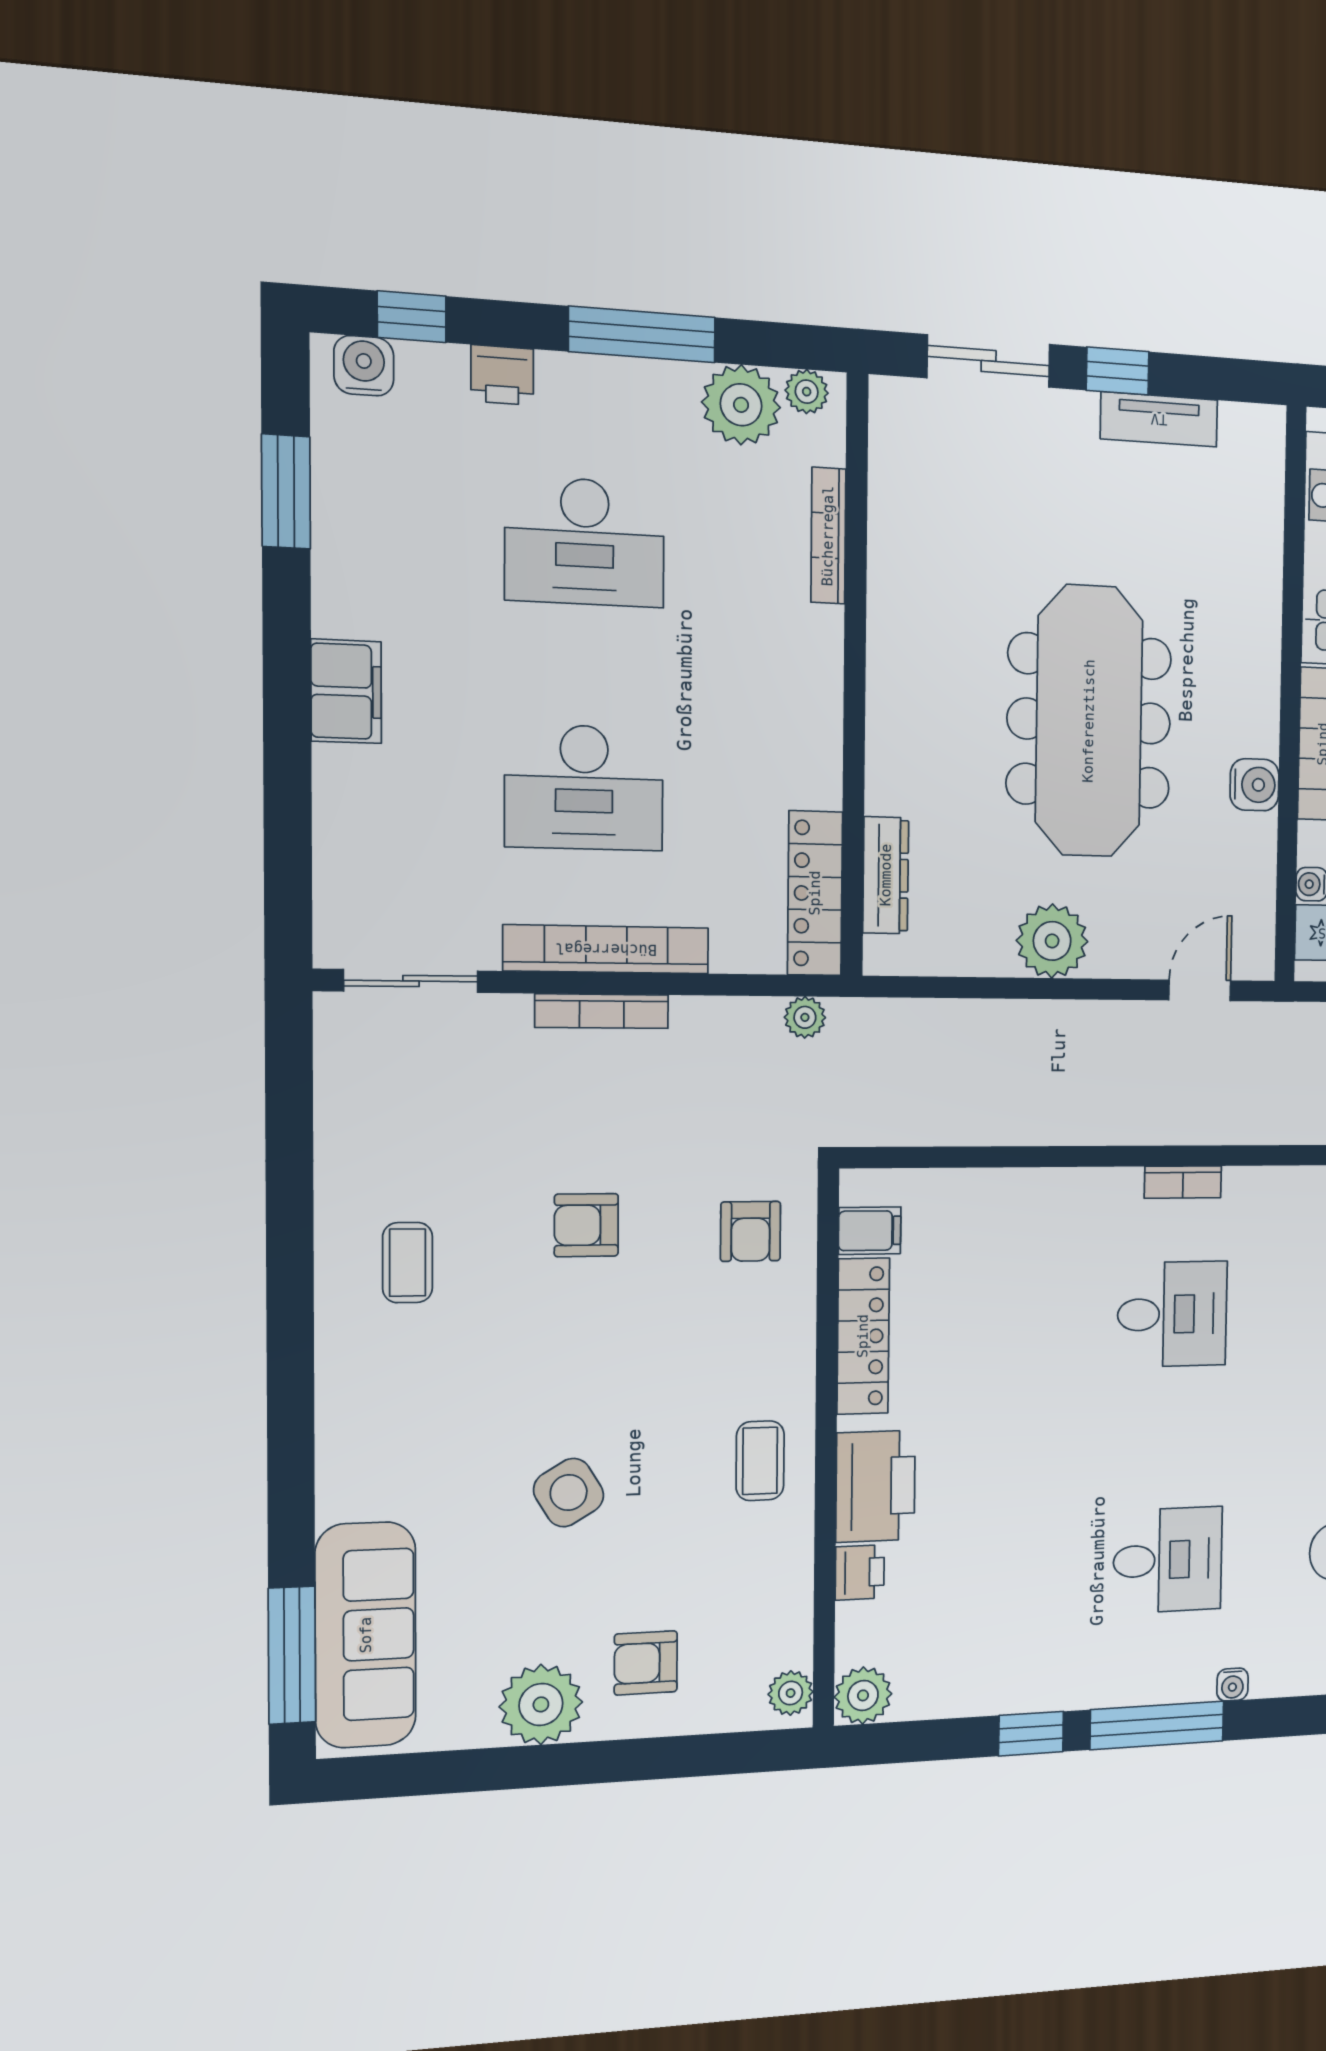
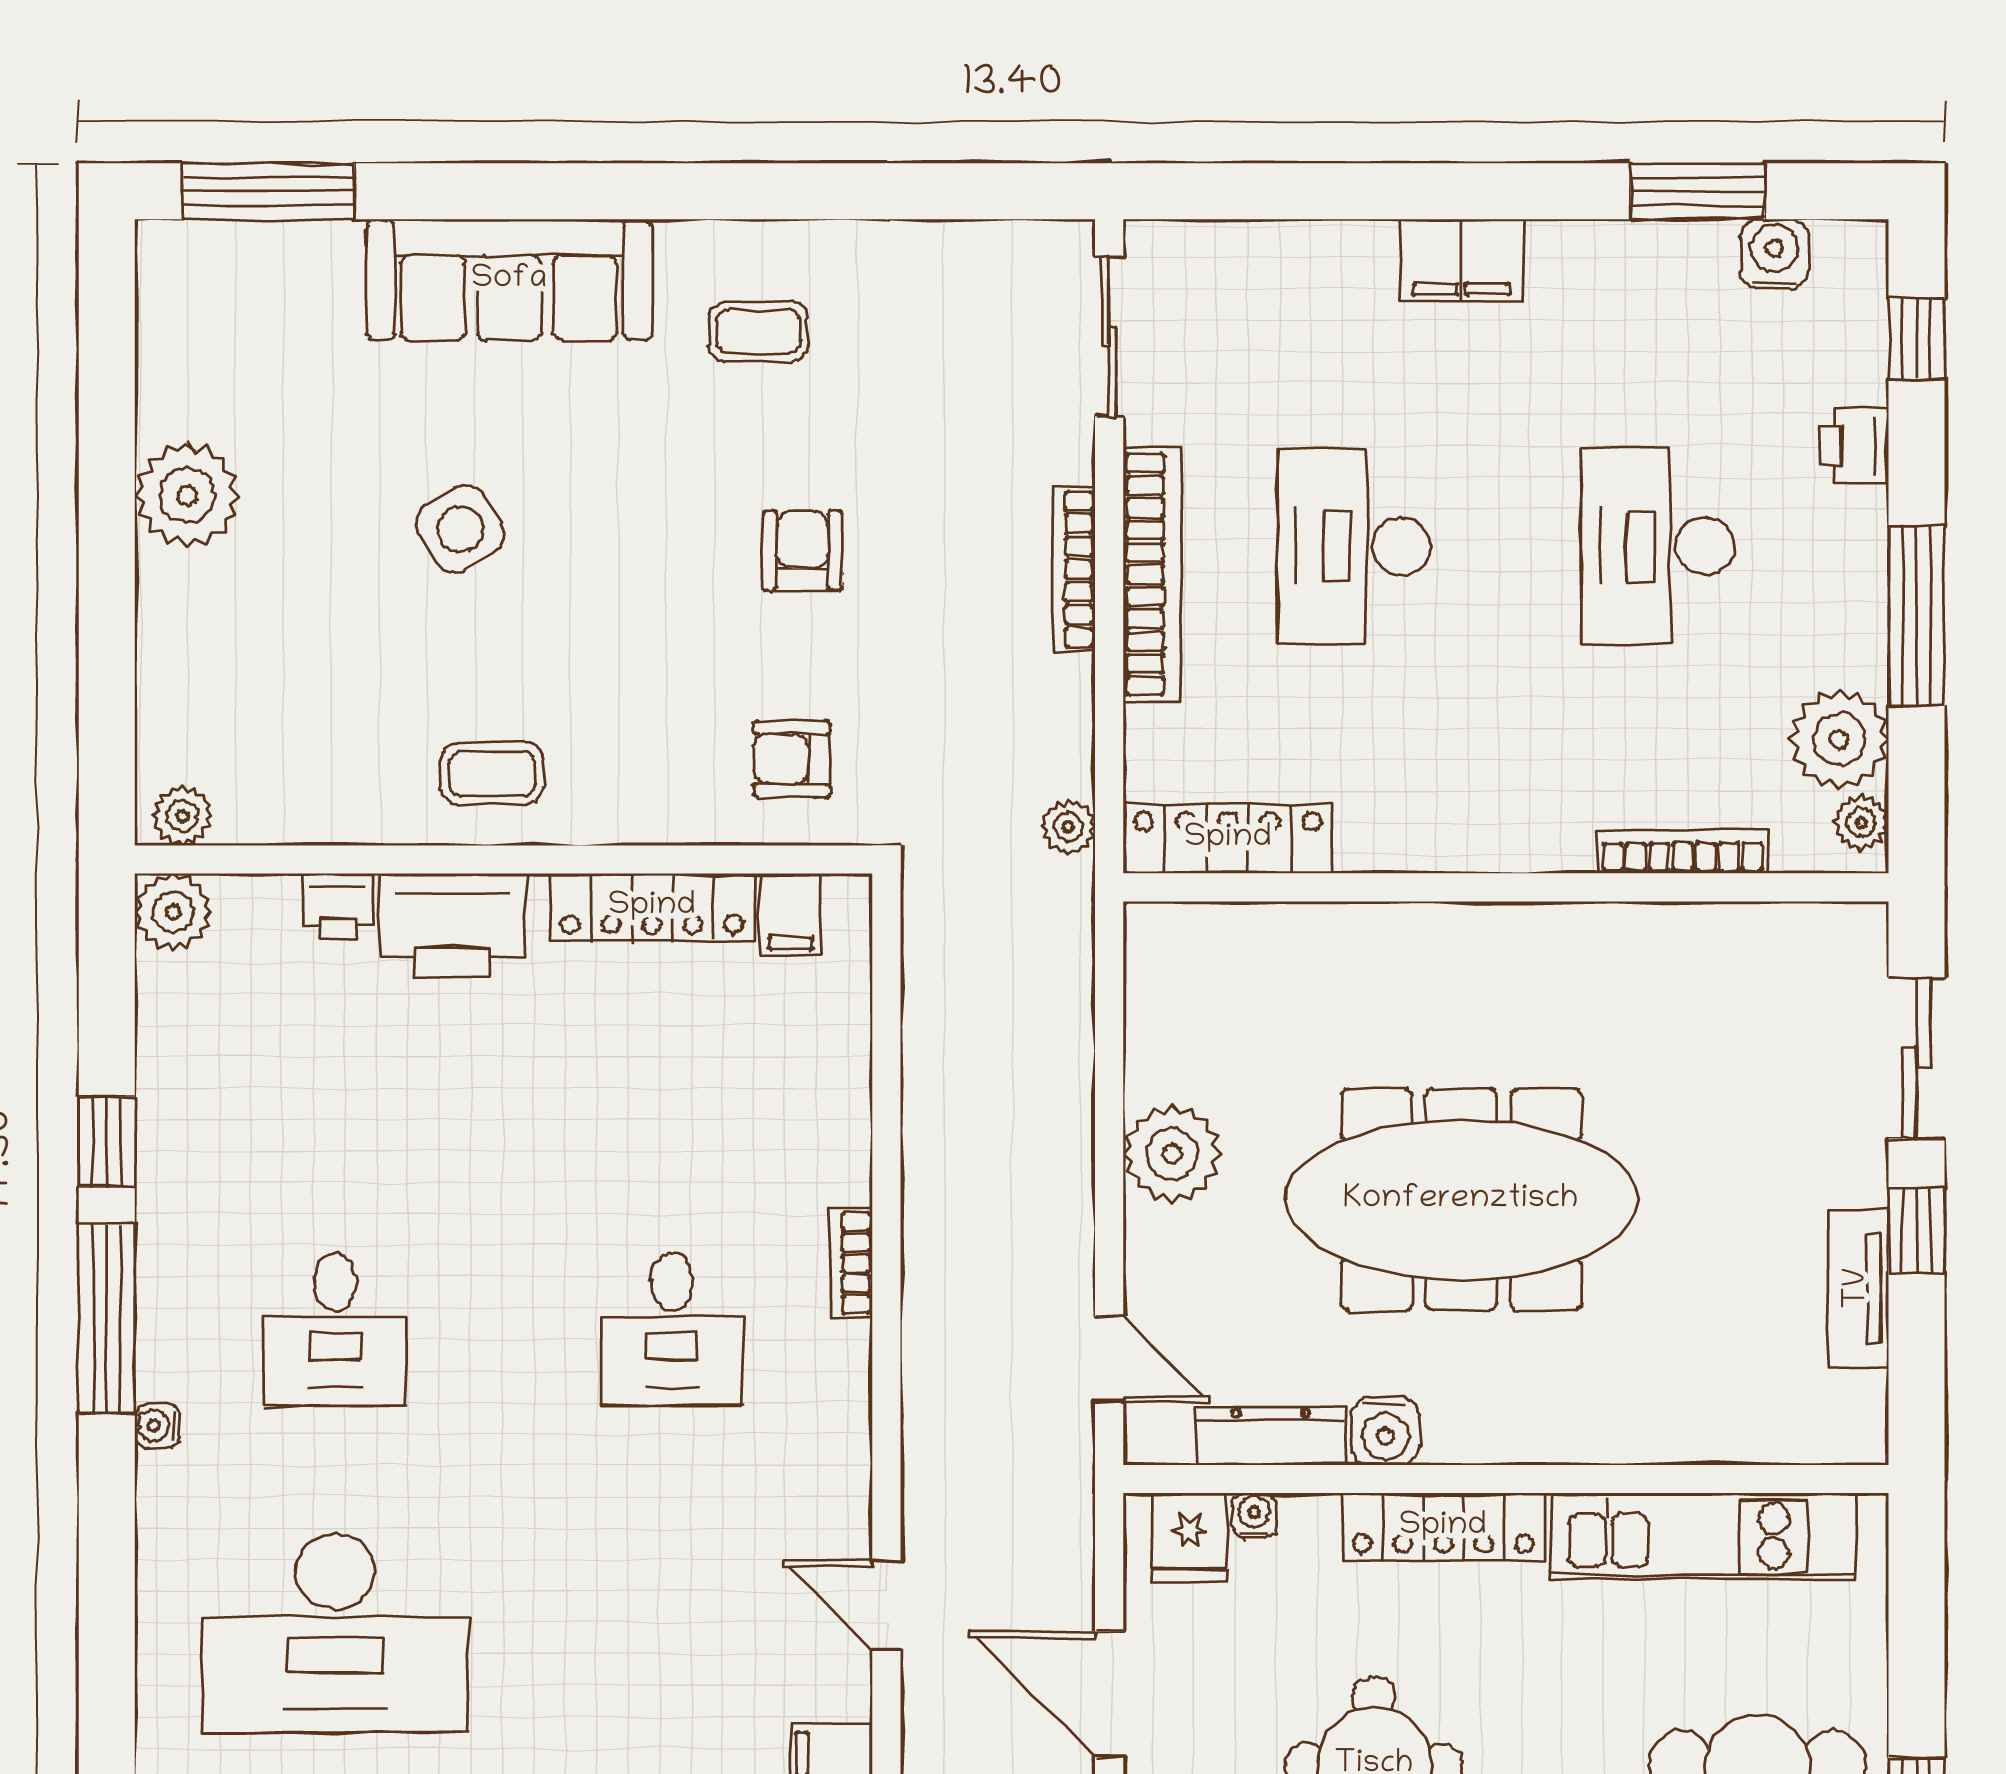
water cooler: (364, 366) -> (1774, 254), moved, turned -90
dresser: (886, 875) -> (1271, 1436), moved, turned 180
bookcase: (1183, 1182) -> (851, 1263), moved
sofa: (366, 1635) -> (509, 280), moved
armchair: (646, 1663) -> (233, 628), removed

